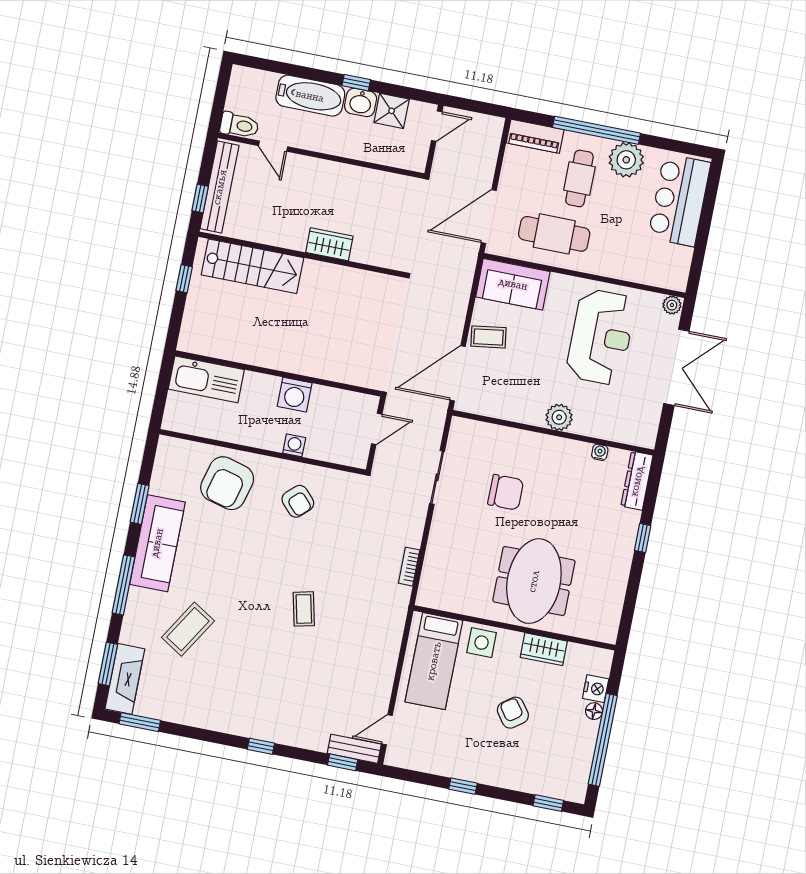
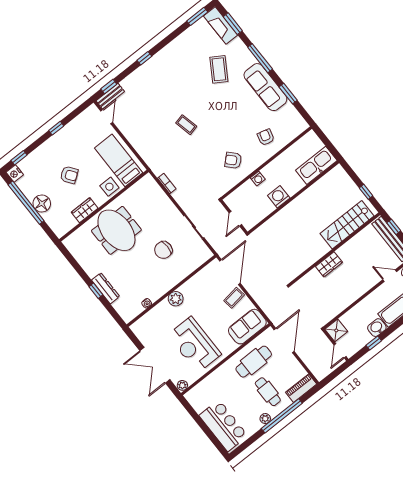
window: (356, 83) -> (374, 343), moved
shower: (392, 111) -> (336, 330), moved
plant: (626, 160) -> (265, 419), width x0.53, depth x0.53
dresser: (637, 481) -> (106, 288), moved
armchair: (227, 483) -> (266, 137), width x0.53, depth x0.53
nightstand: (596, 689) -> (15, 173), moved
floor lamp: (594, 711) -> (42, 204), width x1.89, depth x1.89

